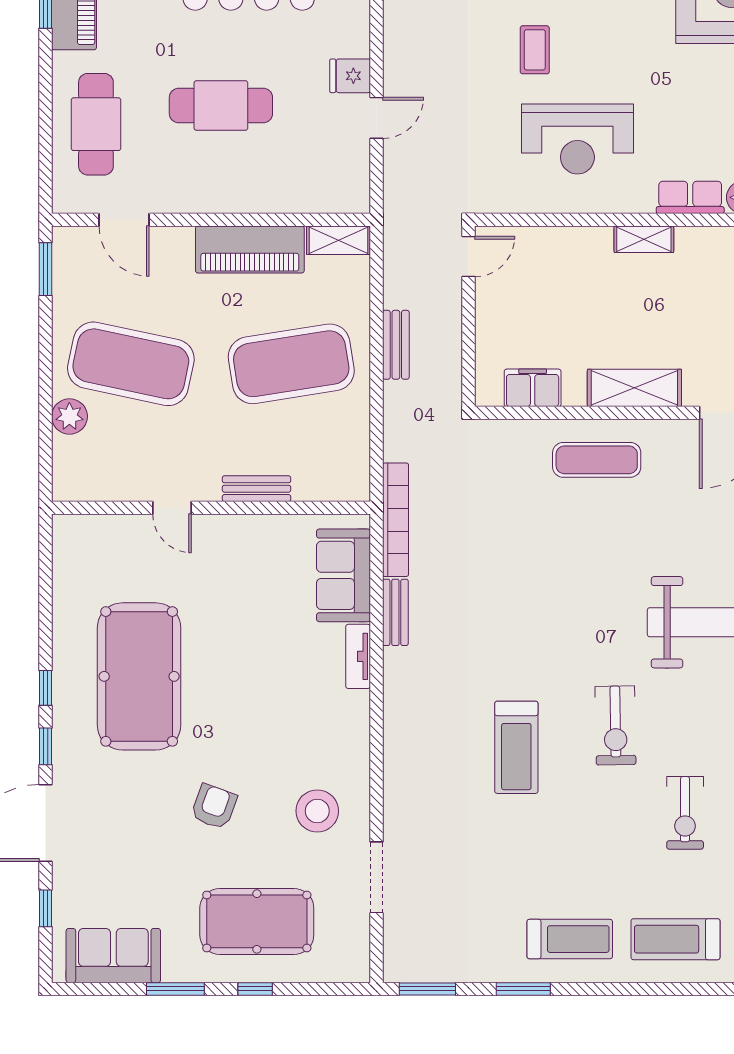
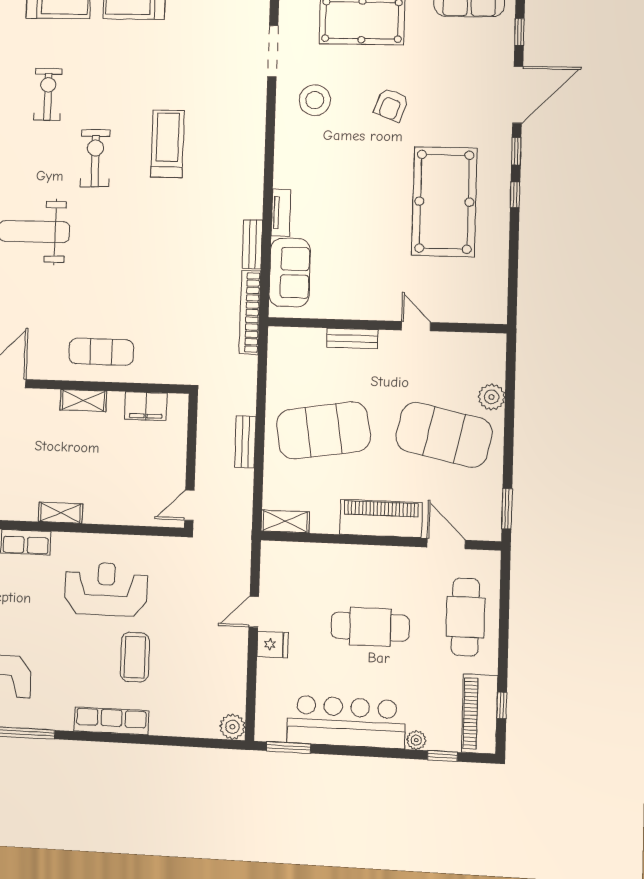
coffee table: (535, 50) -> (135, 657), width x1.36, depth x1.30
piano: (250, 249) -> (381, 518), moved
shelving: (634, 388) -> (83, 401), width x0.67, depth x0.75

